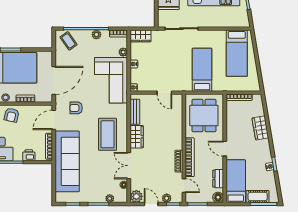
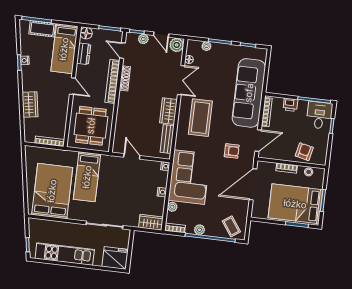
bed: (237, 53) -> (52, 191), width x1.50

